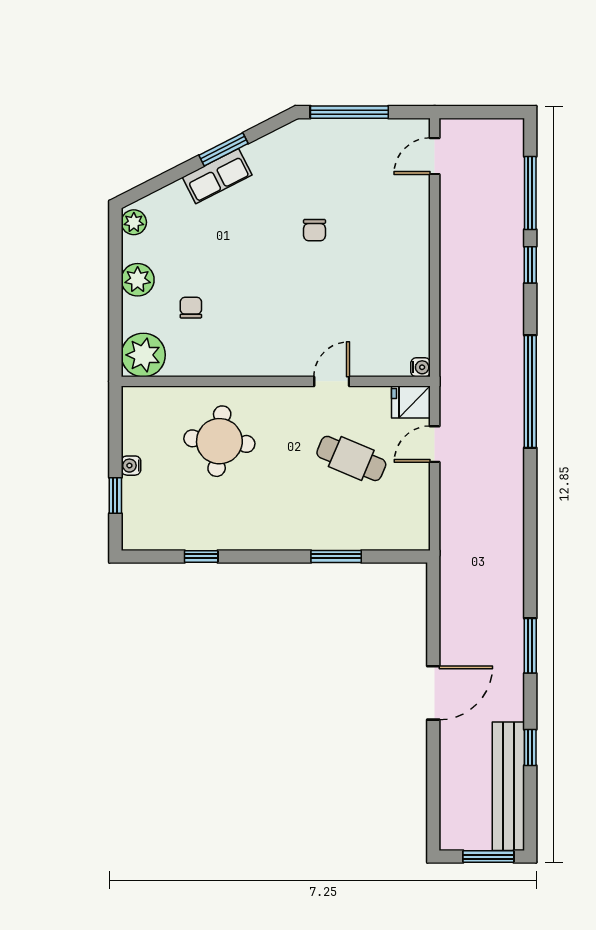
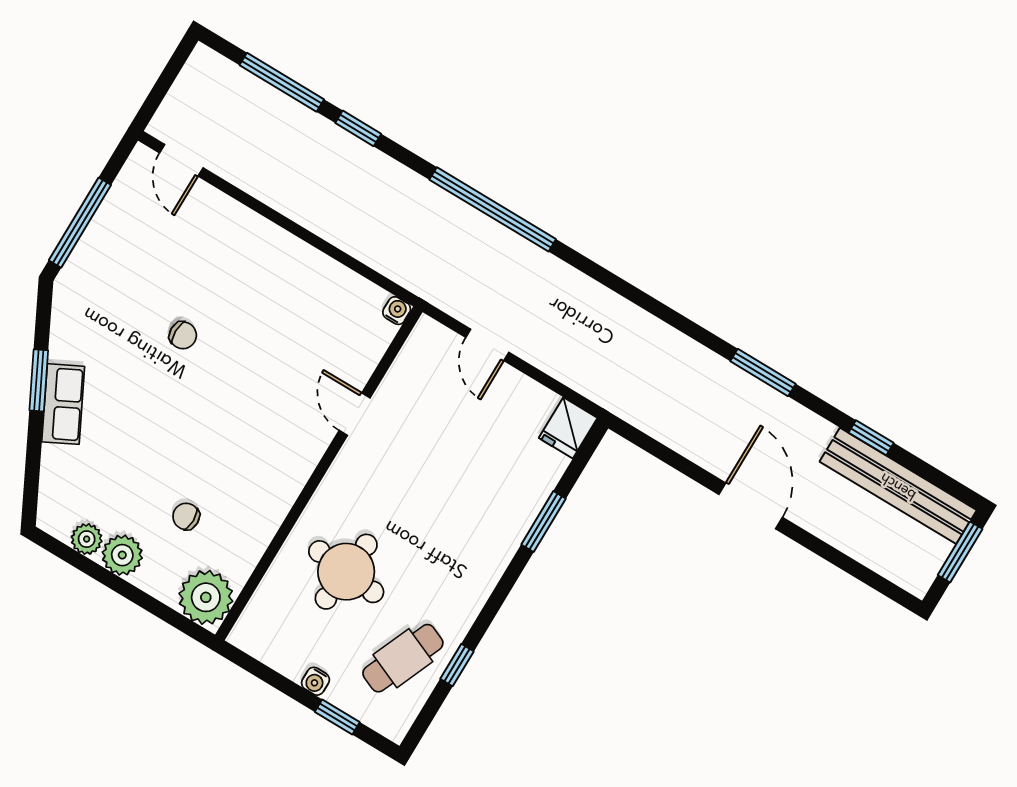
plant: (134, 222) -> (87, 539), moved
fridge: (411, 402) -> (568, 428), moved
cafe table: (351, 458) -> (403, 658), moved

